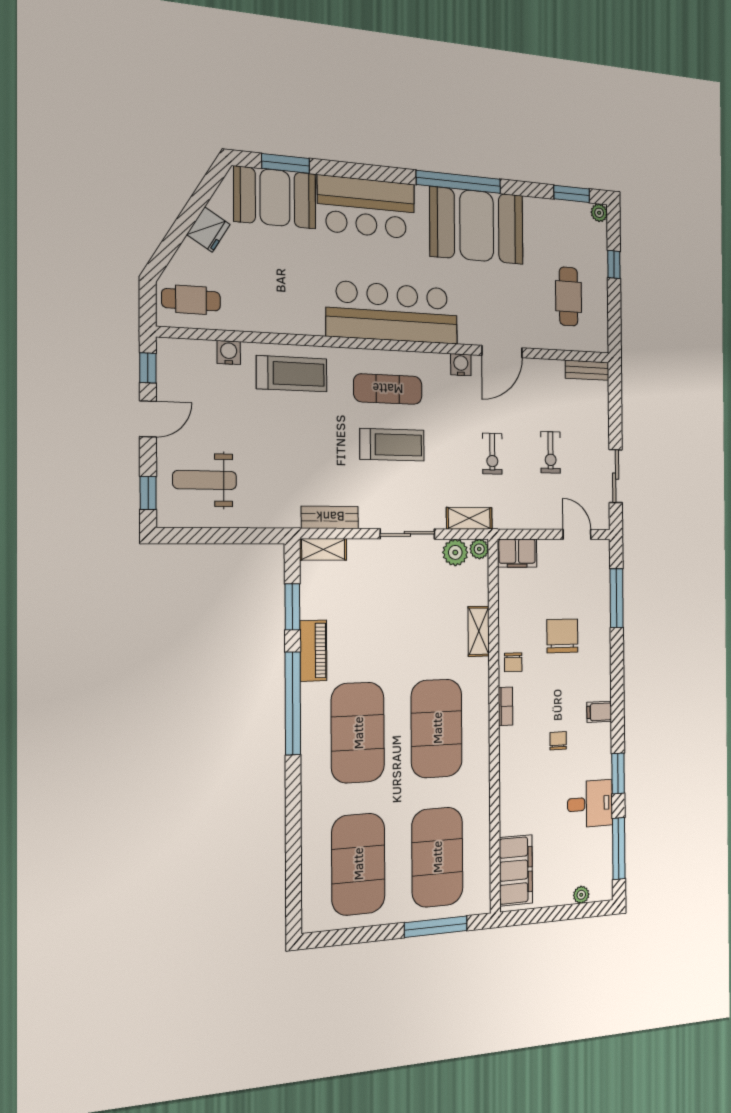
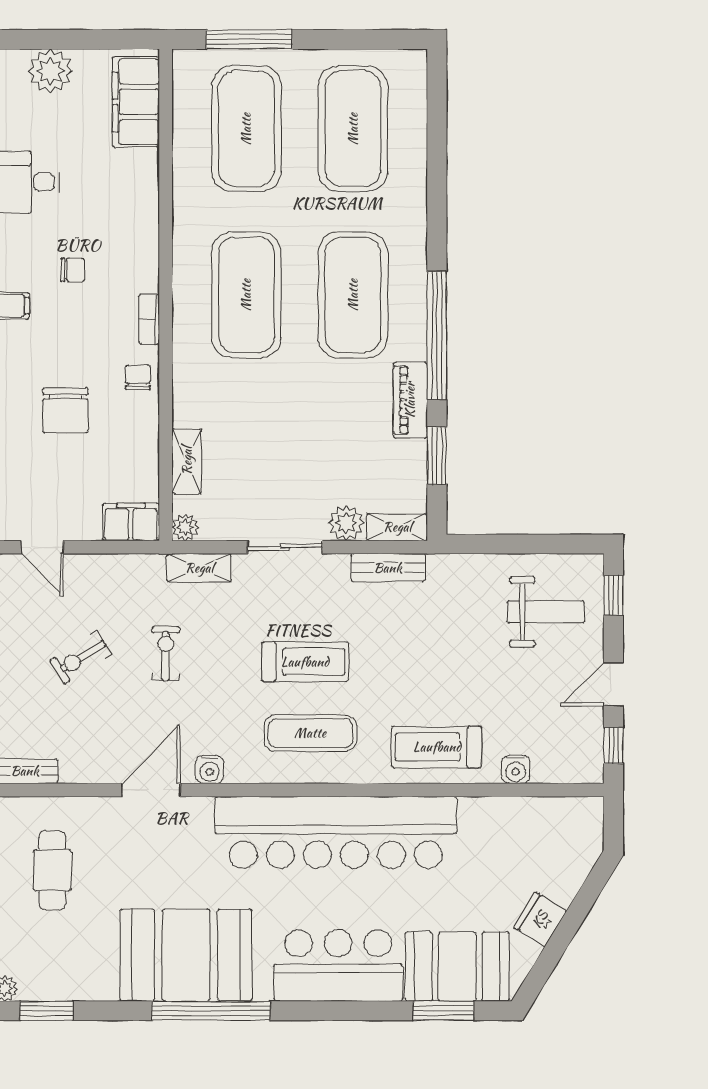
cafe table: (191, 300) -> (562, 831), removed
bar counter: (392, 312) -> (336, 832), width x1.36
treadmill: (392, 445) -> (305, 662), turned 180
exercise bike: (551, 452) -> (81, 658), turned -122
plant: (455, 552) -> (346, 523), moved
shelving: (479, 631) -> (187, 461), moved
chair: (558, 741) -> (73, 270), turned -90
plant: (581, 895) -> (50, 71), width x1.88, depth x1.88

